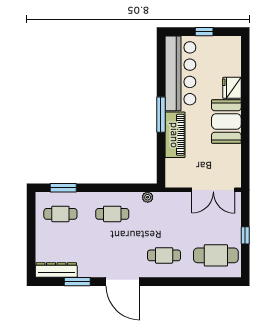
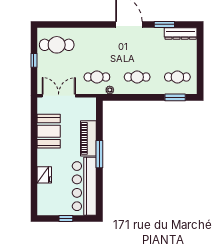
booth: (226, 121) -> (49, 131), moved
cafe table: (164, 255) -> (97, 77), moved

